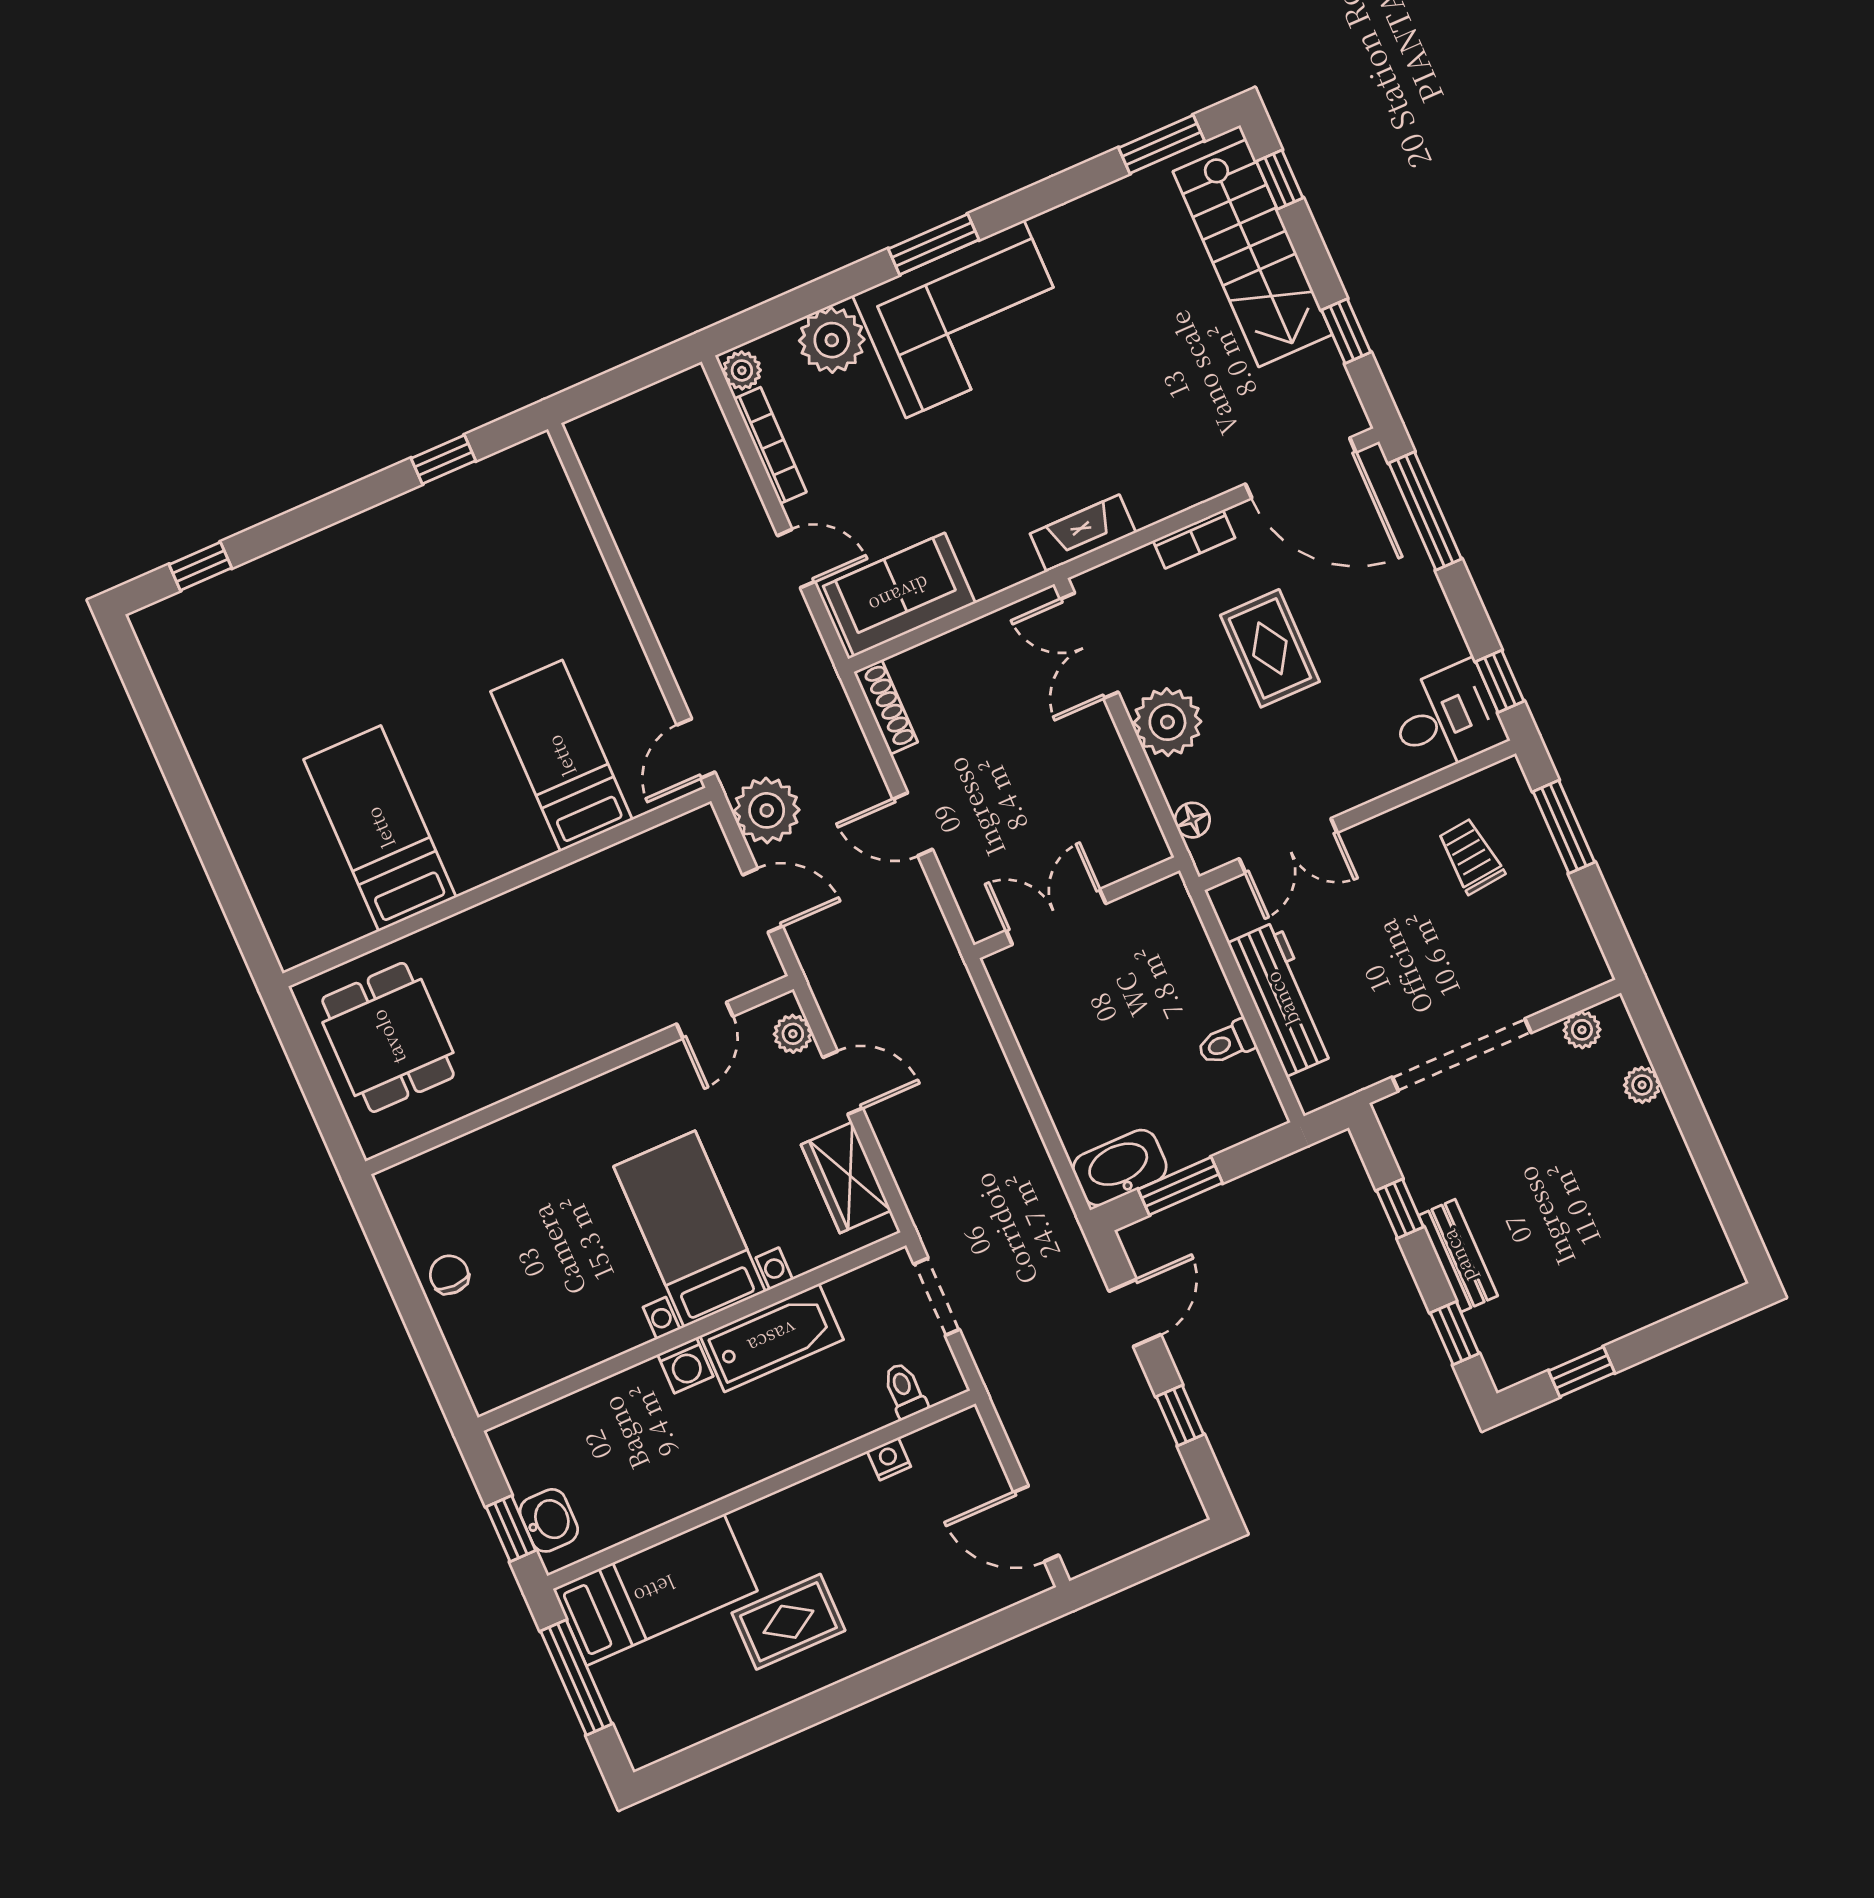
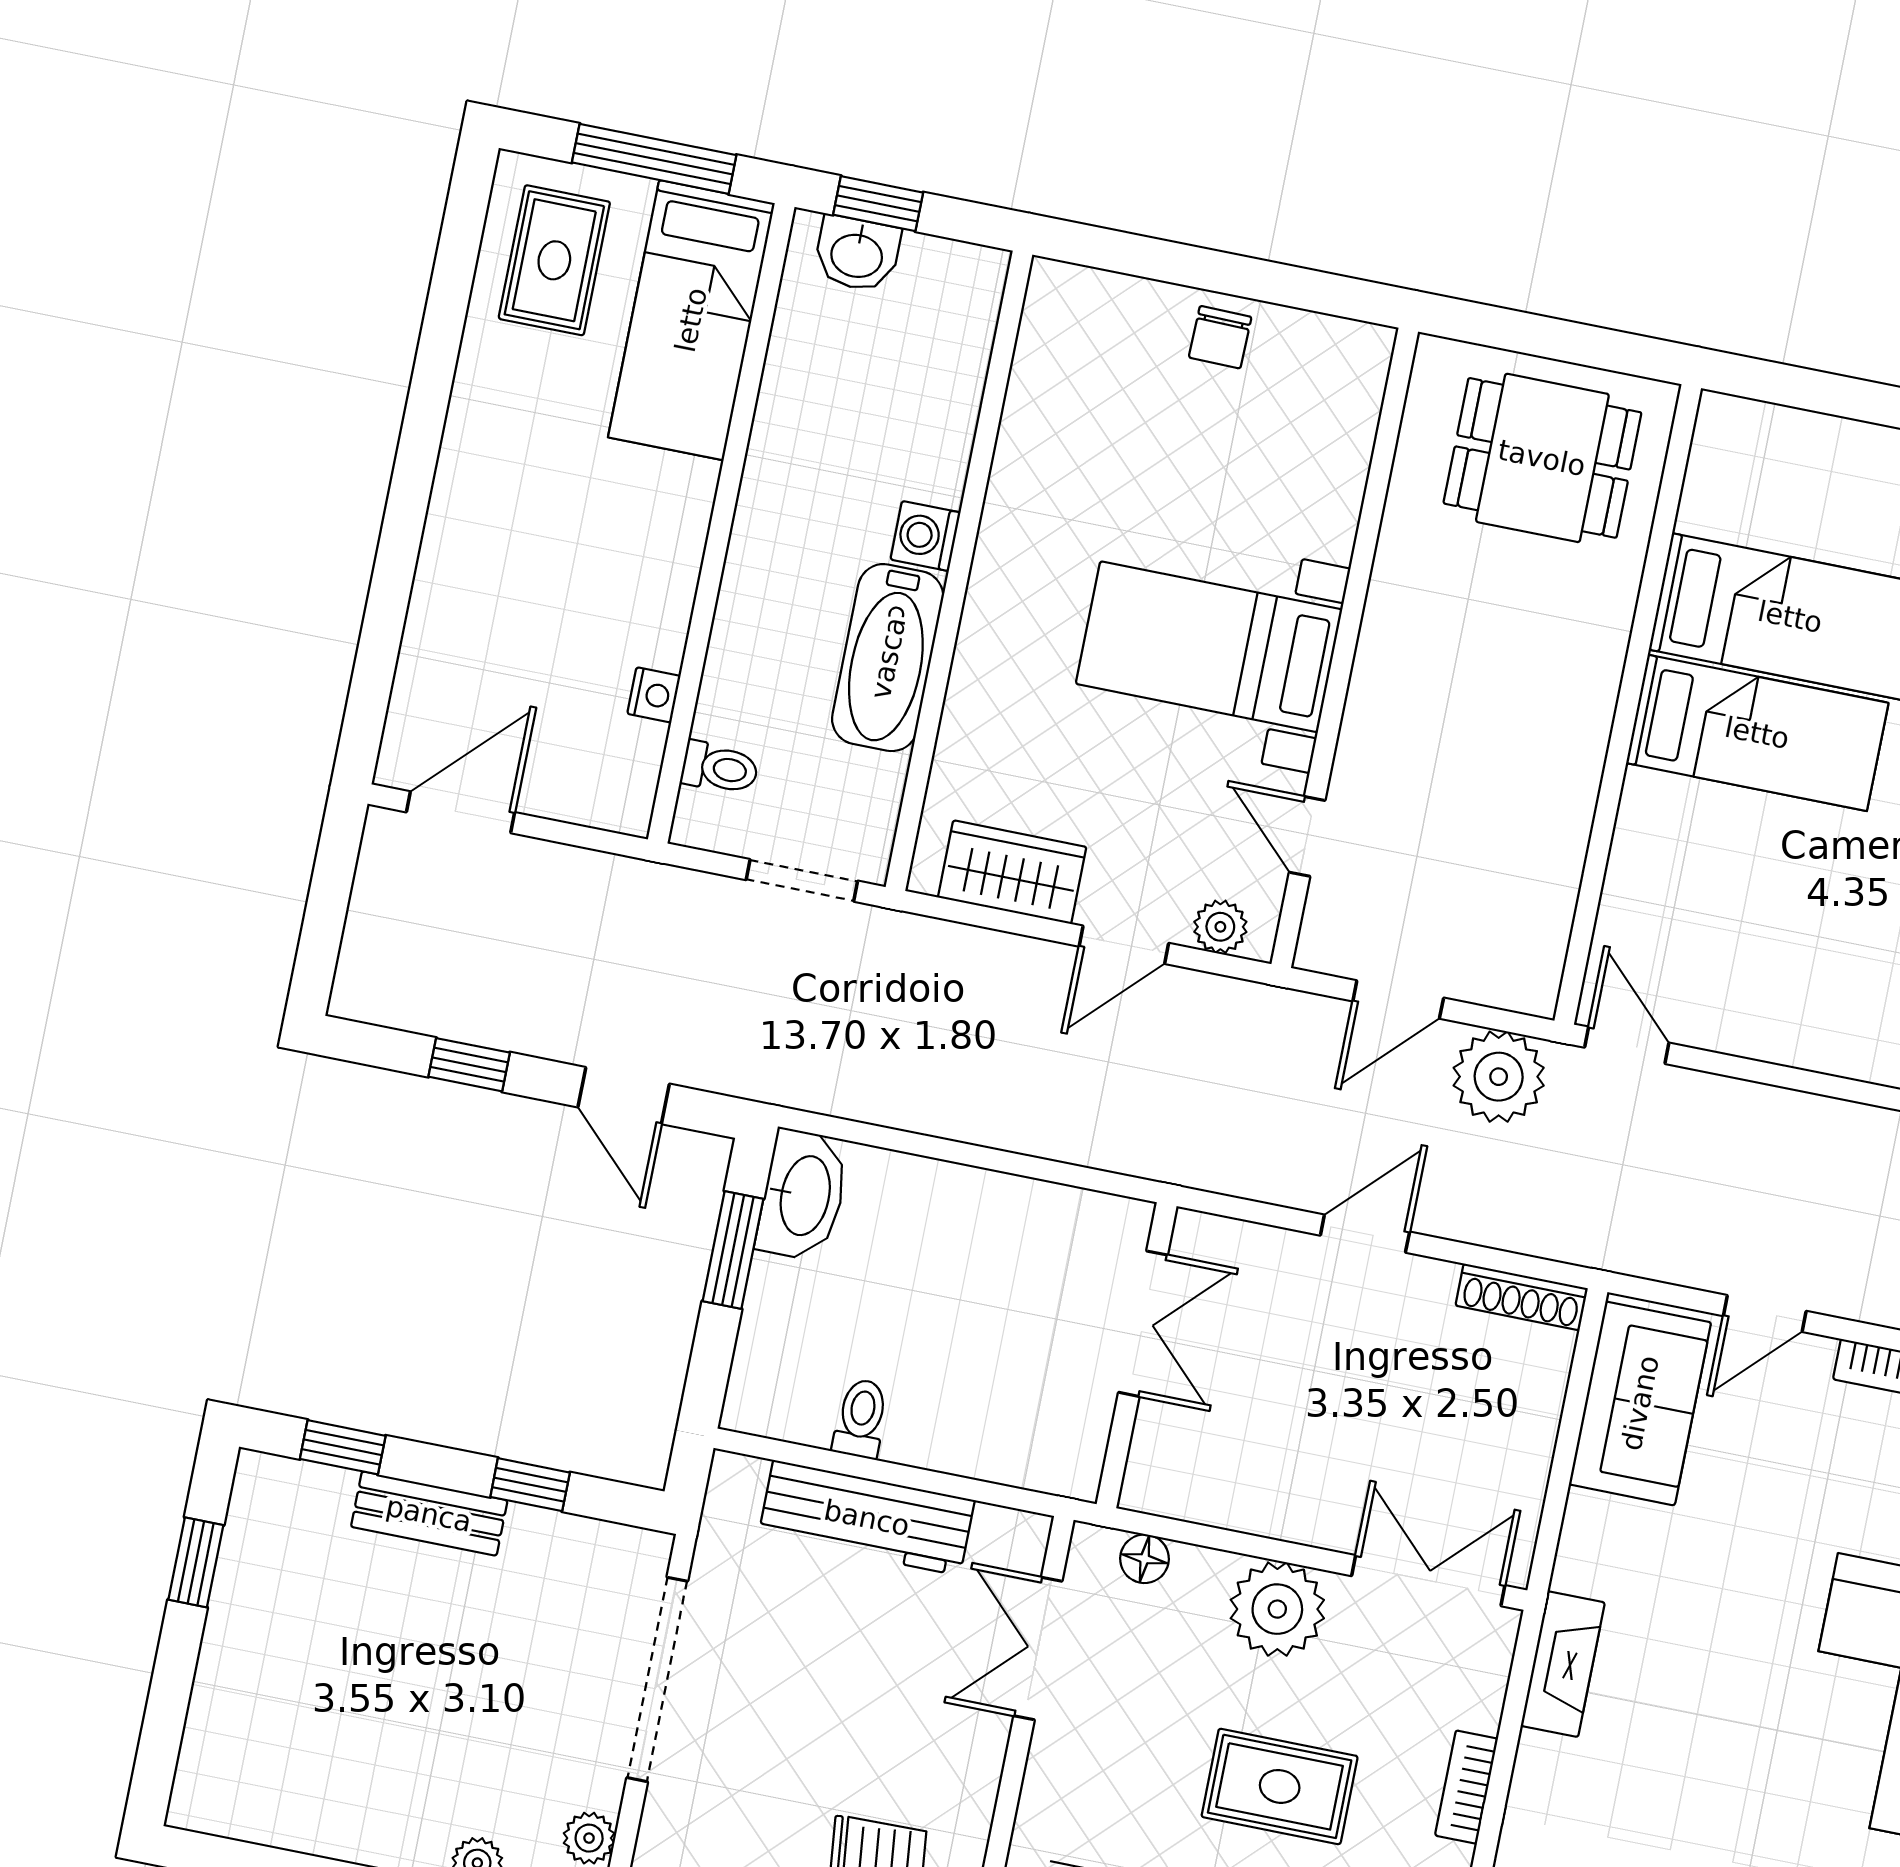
bed: (561, 756) -> (1757, 733), moved
bed with nightstands: (690, 1229) -> (1209, 647), moved, turned 180
chair: (449, 1275) -> (1220, 337), turned 91
rug: (788, 1622) -> (554, 260), moved

